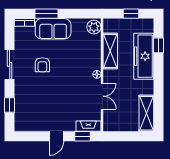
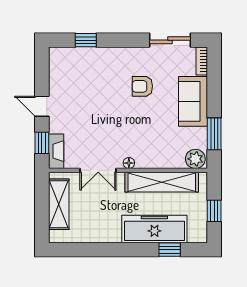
window: (47, 14) -> (214, 134), moved
shelving: (110, 51) -> (162, 182), width x1.47
sliding door: (10, 64) -> (170, 40), moved
shelving: (146, 113) -> (59, 204), moved, turned 90

